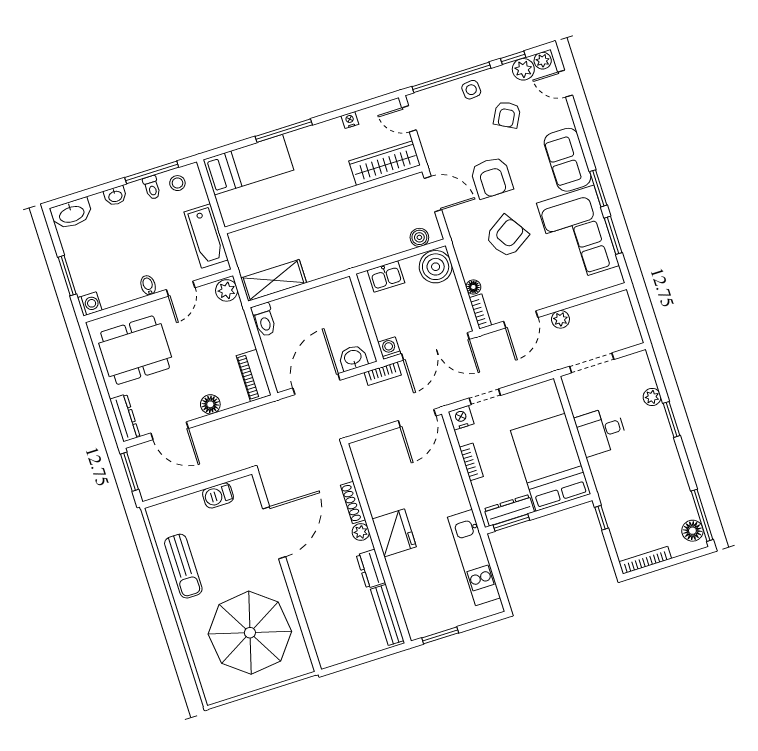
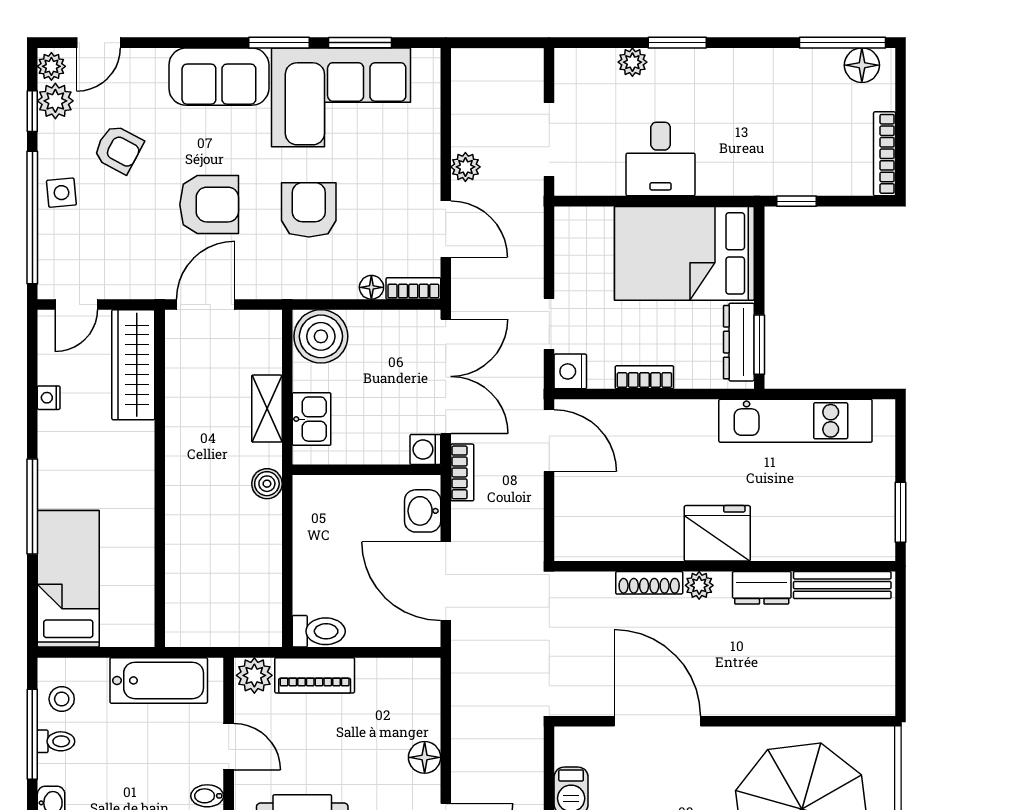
armchair: (507, 236) -> (309, 210), turned 33
boiler: (419, 237) -> (267, 484), moved
shelving: (274, 280) -> (267, 409), moved, width x0.67, depth x0.75
piano: (254, 375) -> (315, 675), moved

